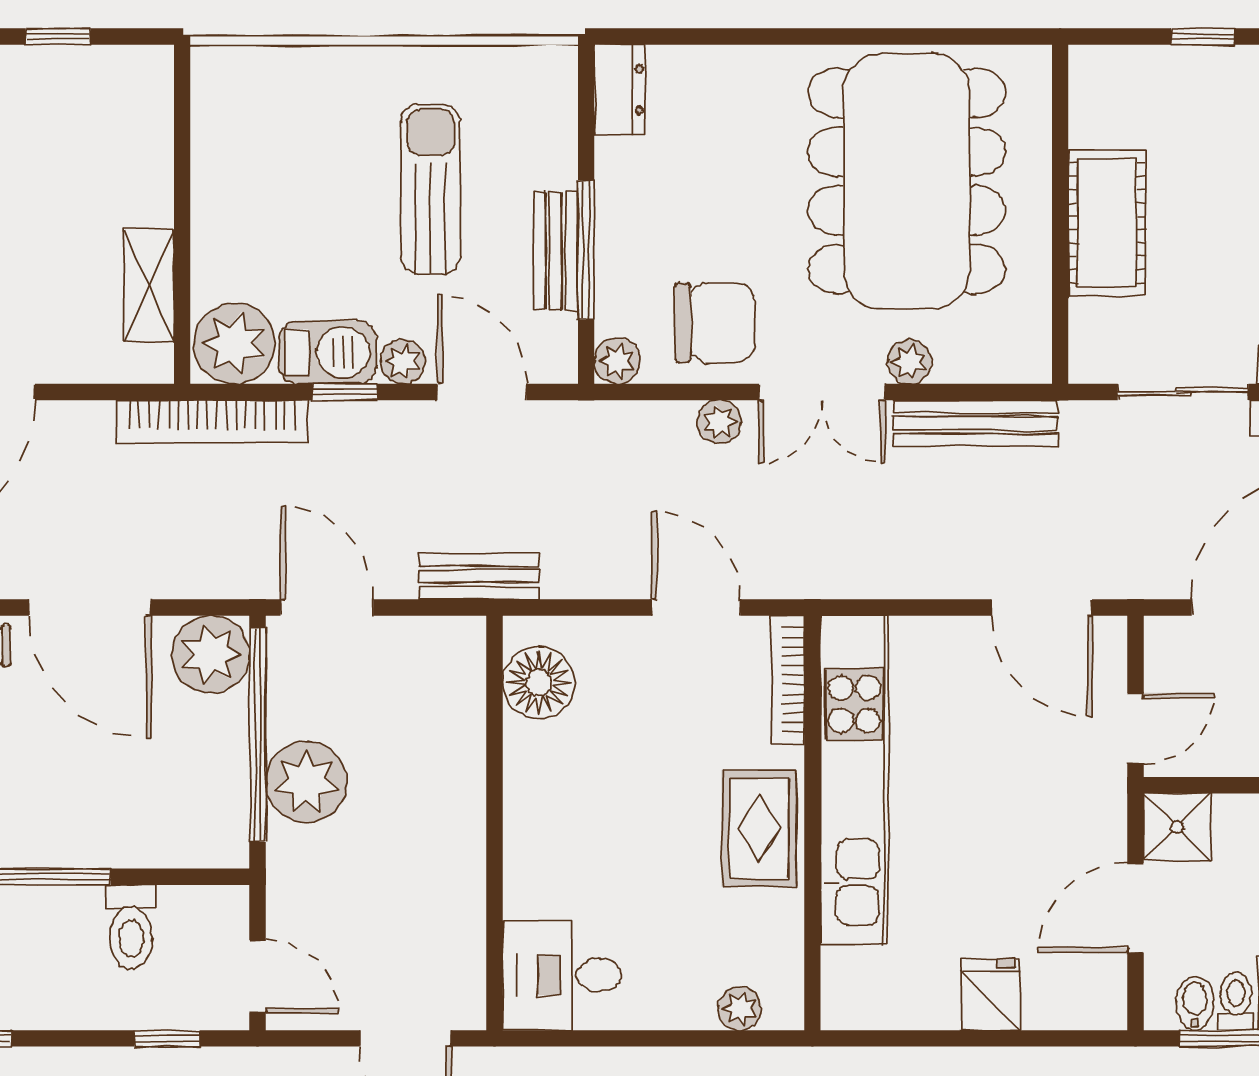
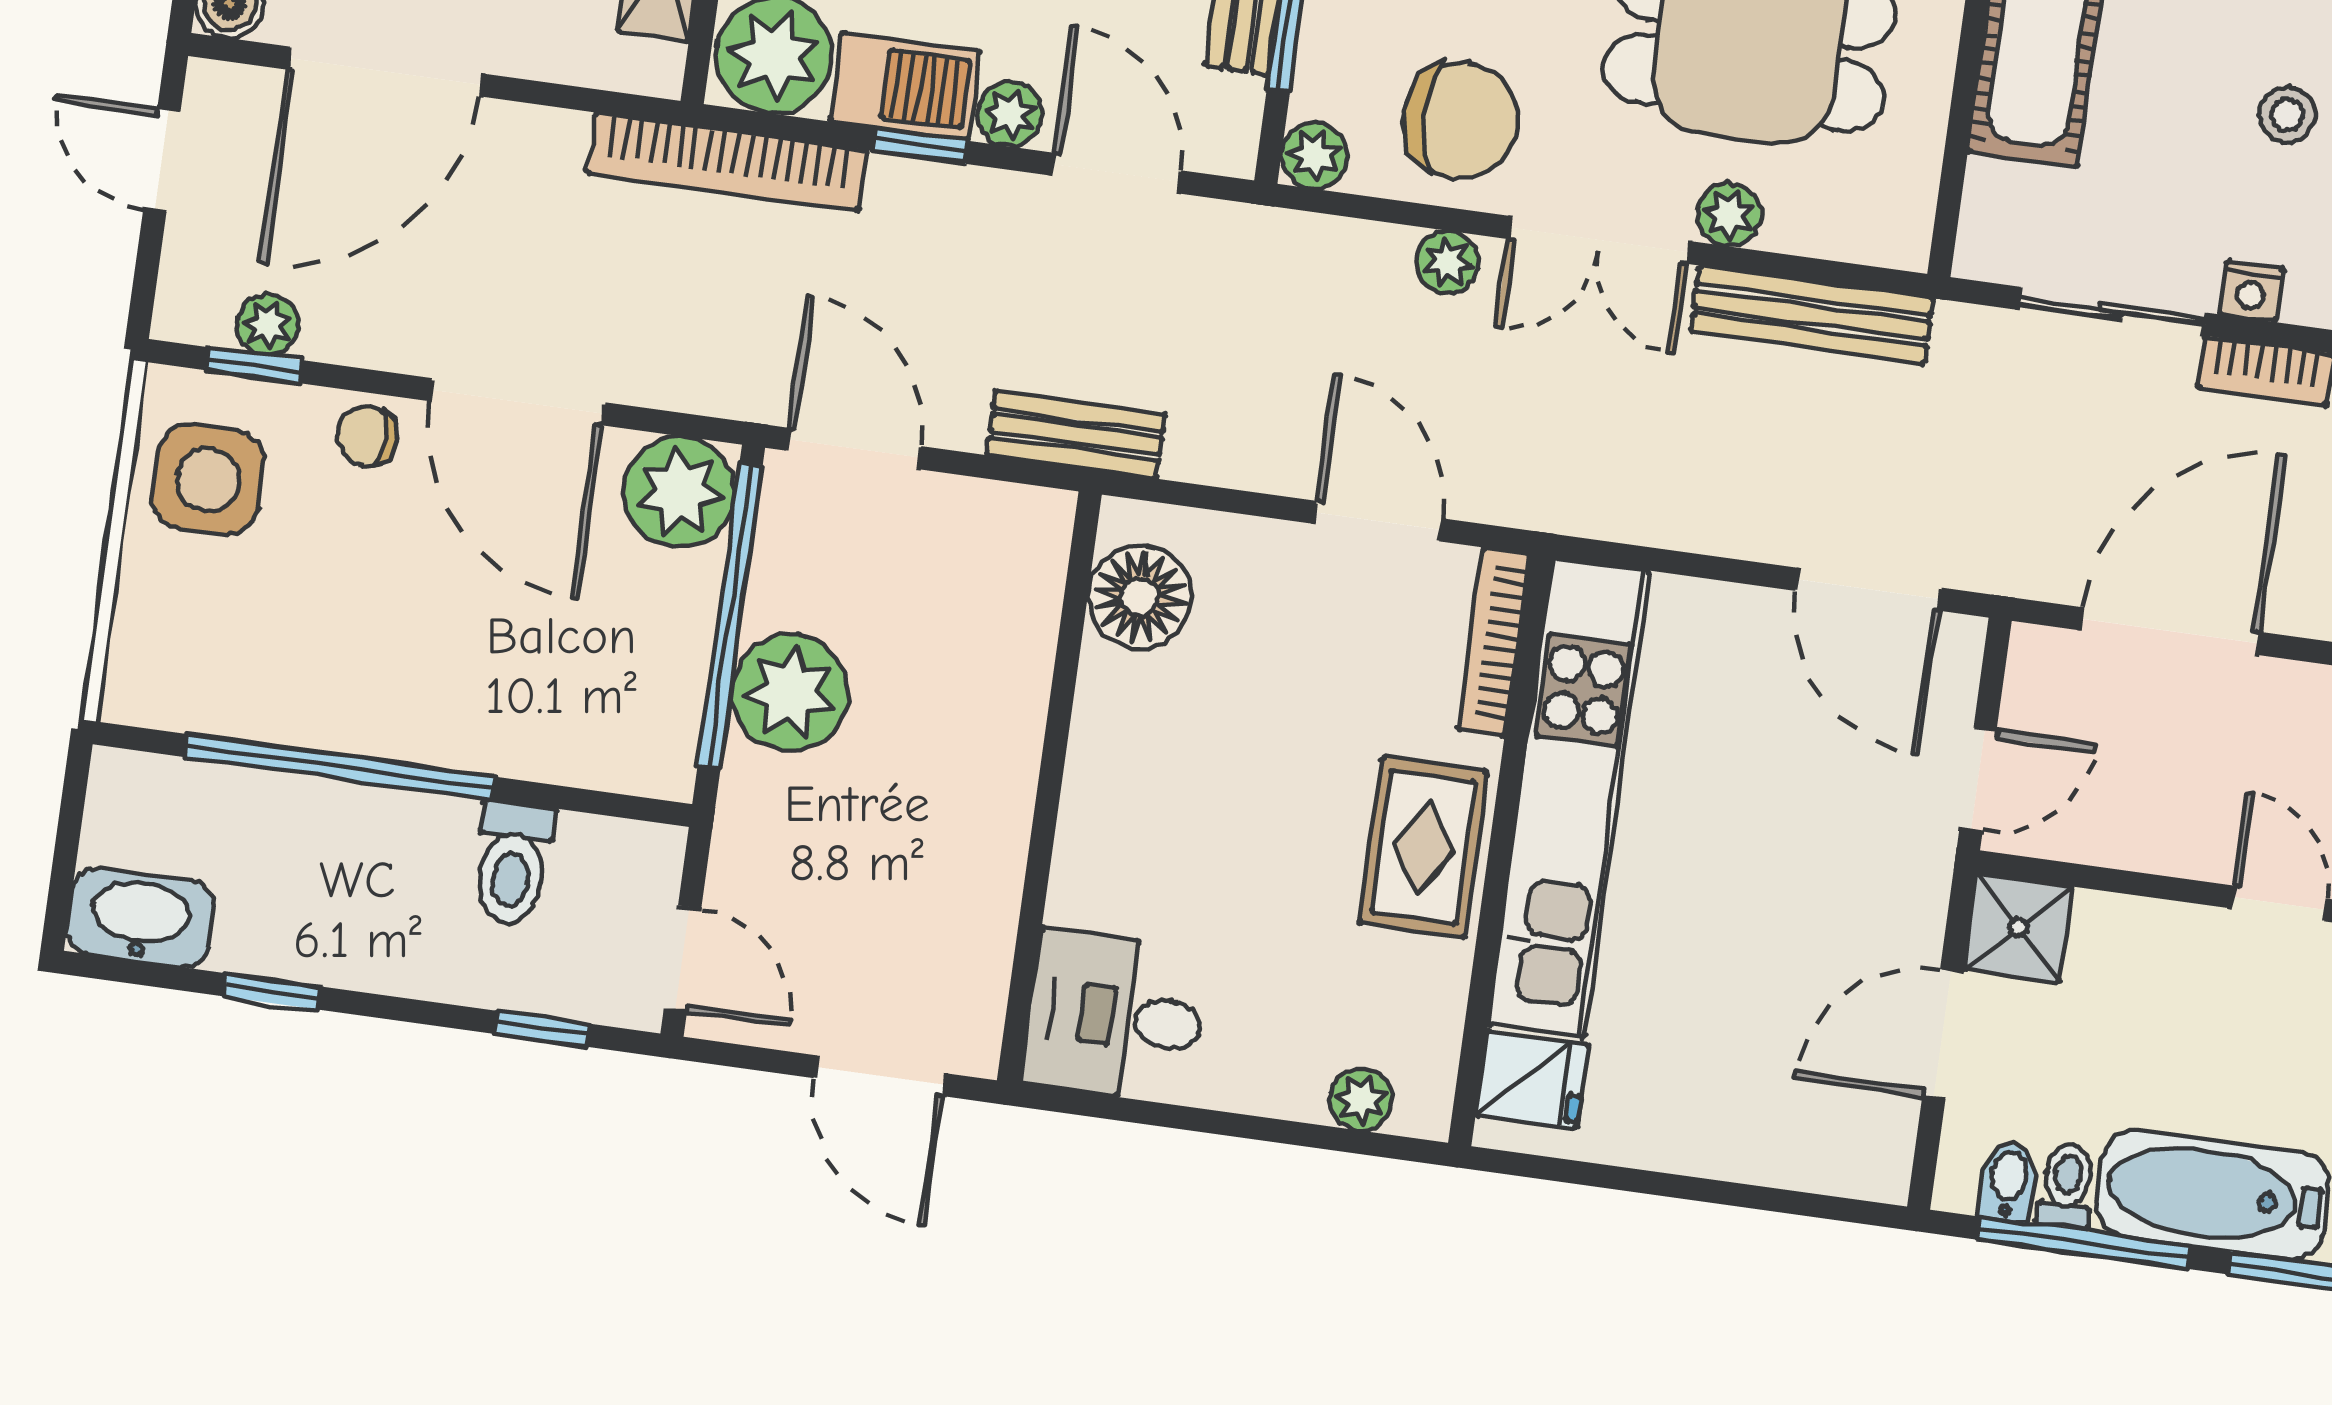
fridge: (991, 995) -> (1532, 1080), moved, turned 90

